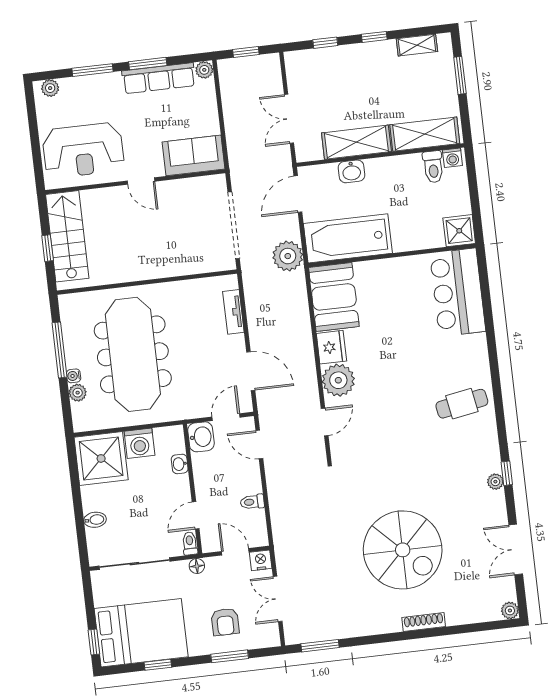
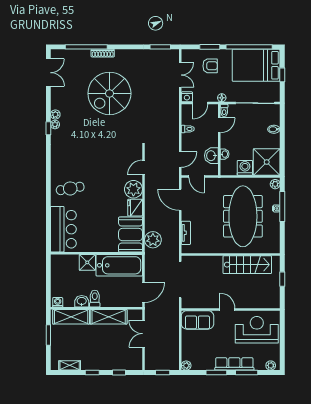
window: (460, 75) -> (48, 335), moved
row of seats: (159, 78) -> (234, 364), moved
double door: (289, 119) -> (144, 334), swing flipped
toilet: (433, 167) -> (95, 299), moved
washbasin: (352, 171) -> (82, 301), moved
shower: (459, 231) -> (87, 262), moved
stairs: (67, 236) -> (247, 265), moved, turned -90
plant: (288, 256) -> (153, 240), moved
window: (60, 350) -> (282, 207), moved
plant: (78, 393) -> (275, 184), moved
cafe table: (462, 404) -> (70, 188), moved
door: (226, 417) -> (197, 176), hinge flipped
washbasin: (201, 437) -> (211, 156), moved
door: (259, 445) -> (180, 159), hinge flipped
double door: (516, 549) -> (48, 73), moved
spiral stairs: (403, 550) -> (109, 93), turned -90
door: (235, 552) -> (200, 103), hinge flipped
plant: (510, 610) -> (55, 115), moved
armchair: (225, 622) -> (210, 66), turned 90
window: (455, 630) -> (86, 47), added
window: (94, 642) -> (282, 75), moved
window: (158, 665) -> (249, 47), width x3.17

